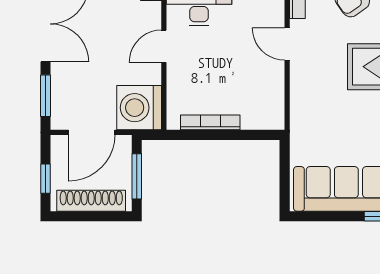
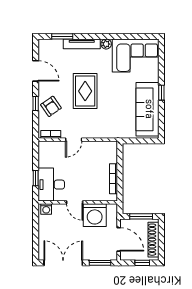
washing machine: (139, 108) -> (95, 215), moved

